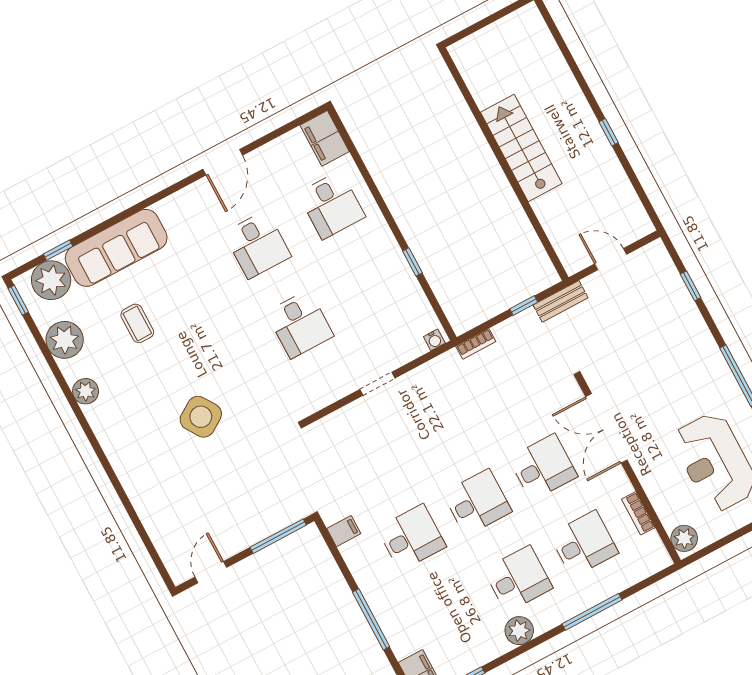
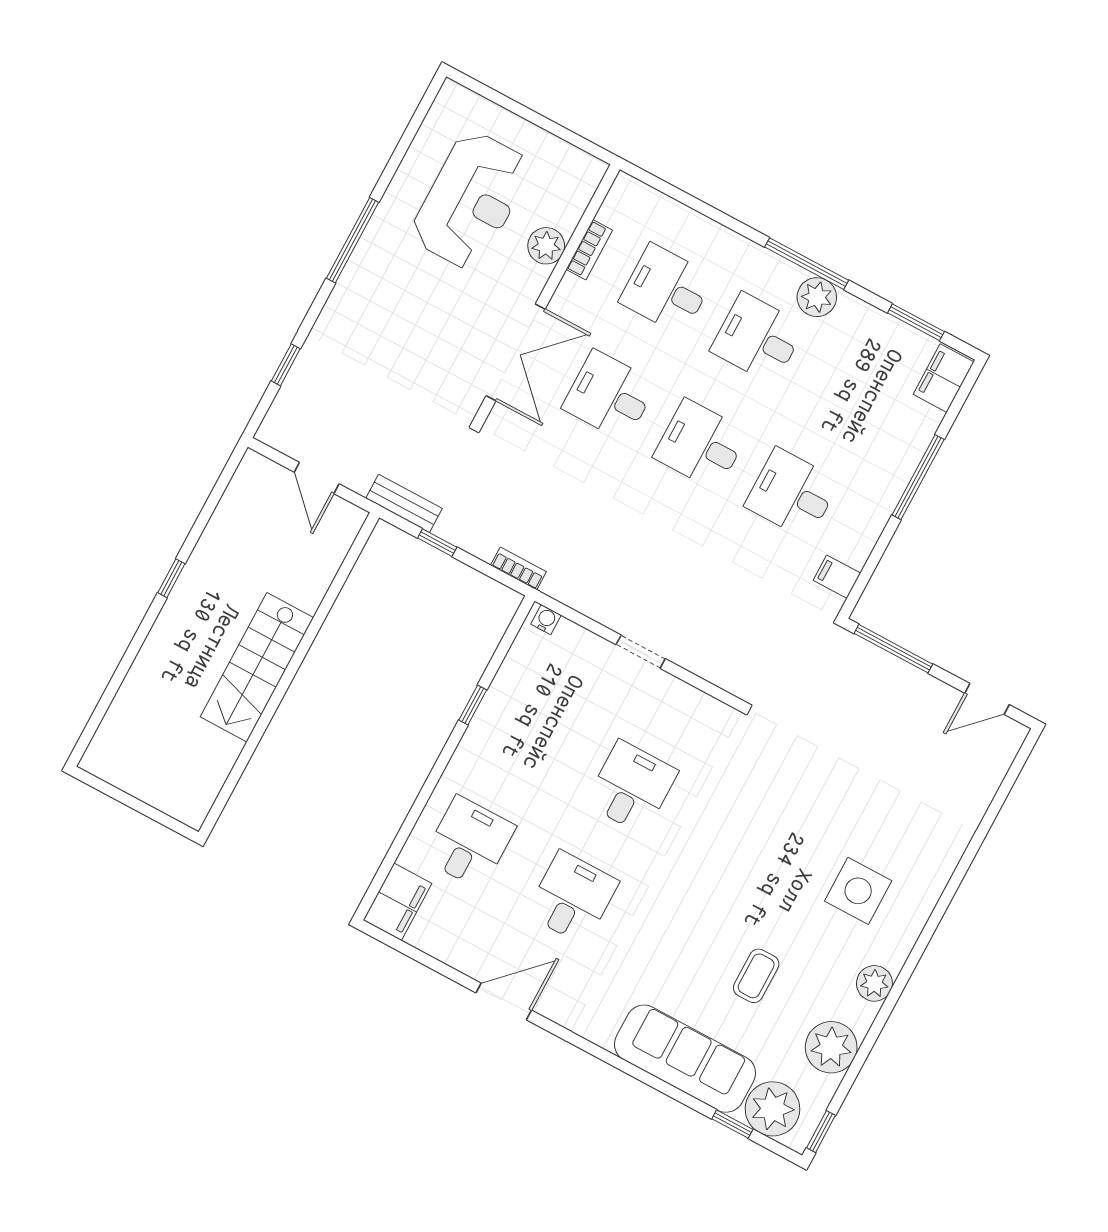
side table: (201, 417) -> (858, 891), moved, turned 33
plant: (684, 538) -> (546, 246), moved
window: (592, 612) -> (807, 264), moved

